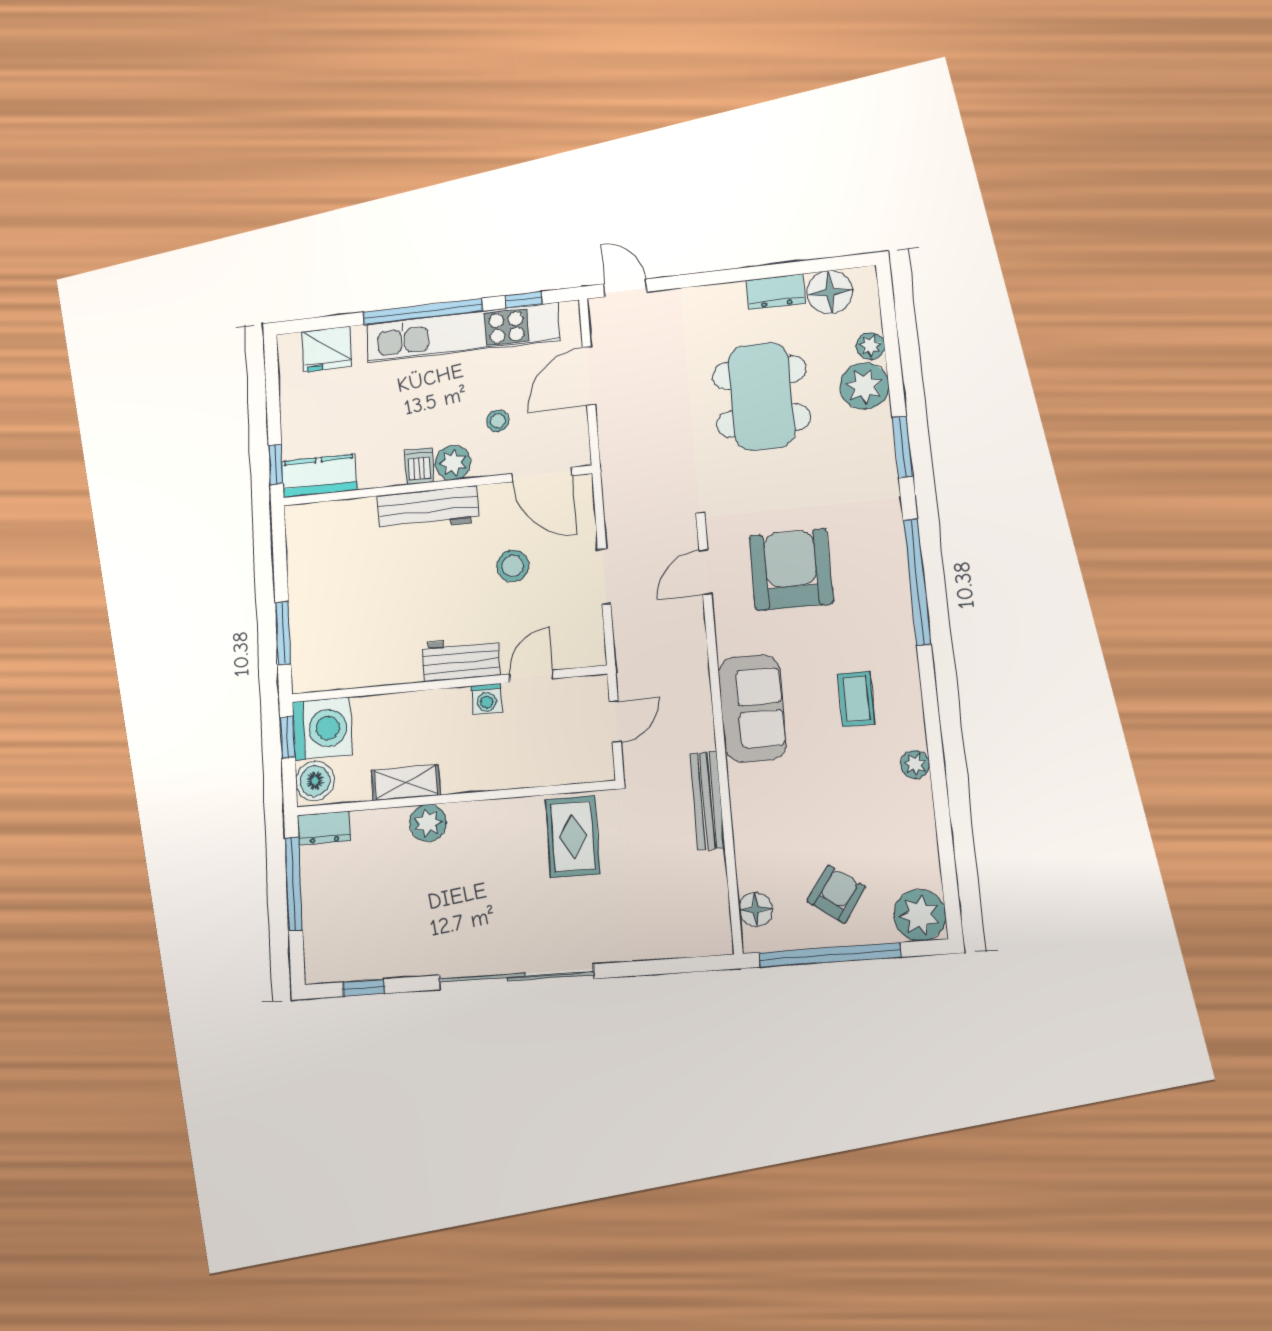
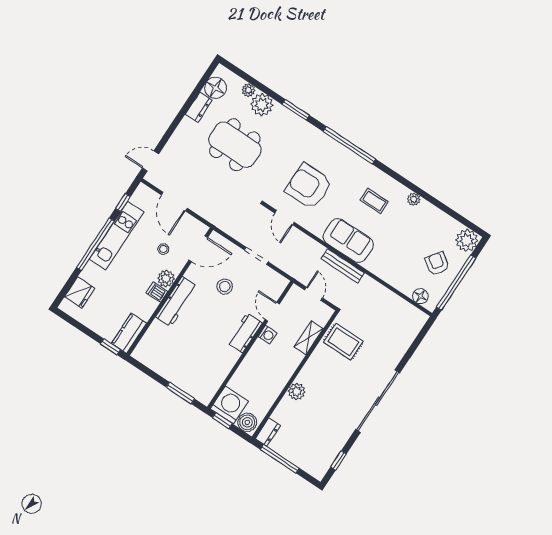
kitchen unit: (462, 332) -> (117, 236), width x0.73
shelving: (406, 783) -> (309, 338), moved
bench: (707, 801) -> (343, 266), moved

